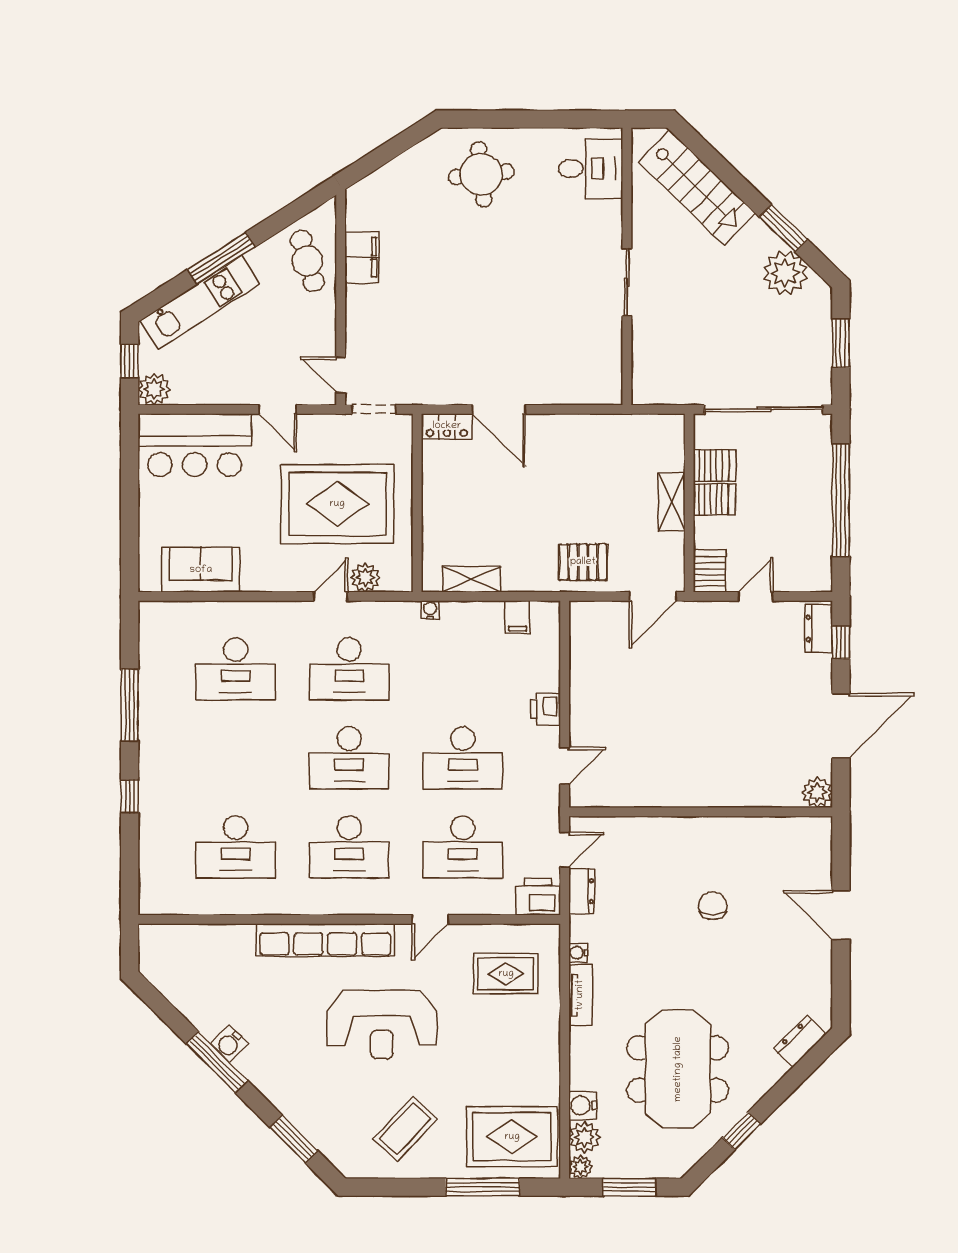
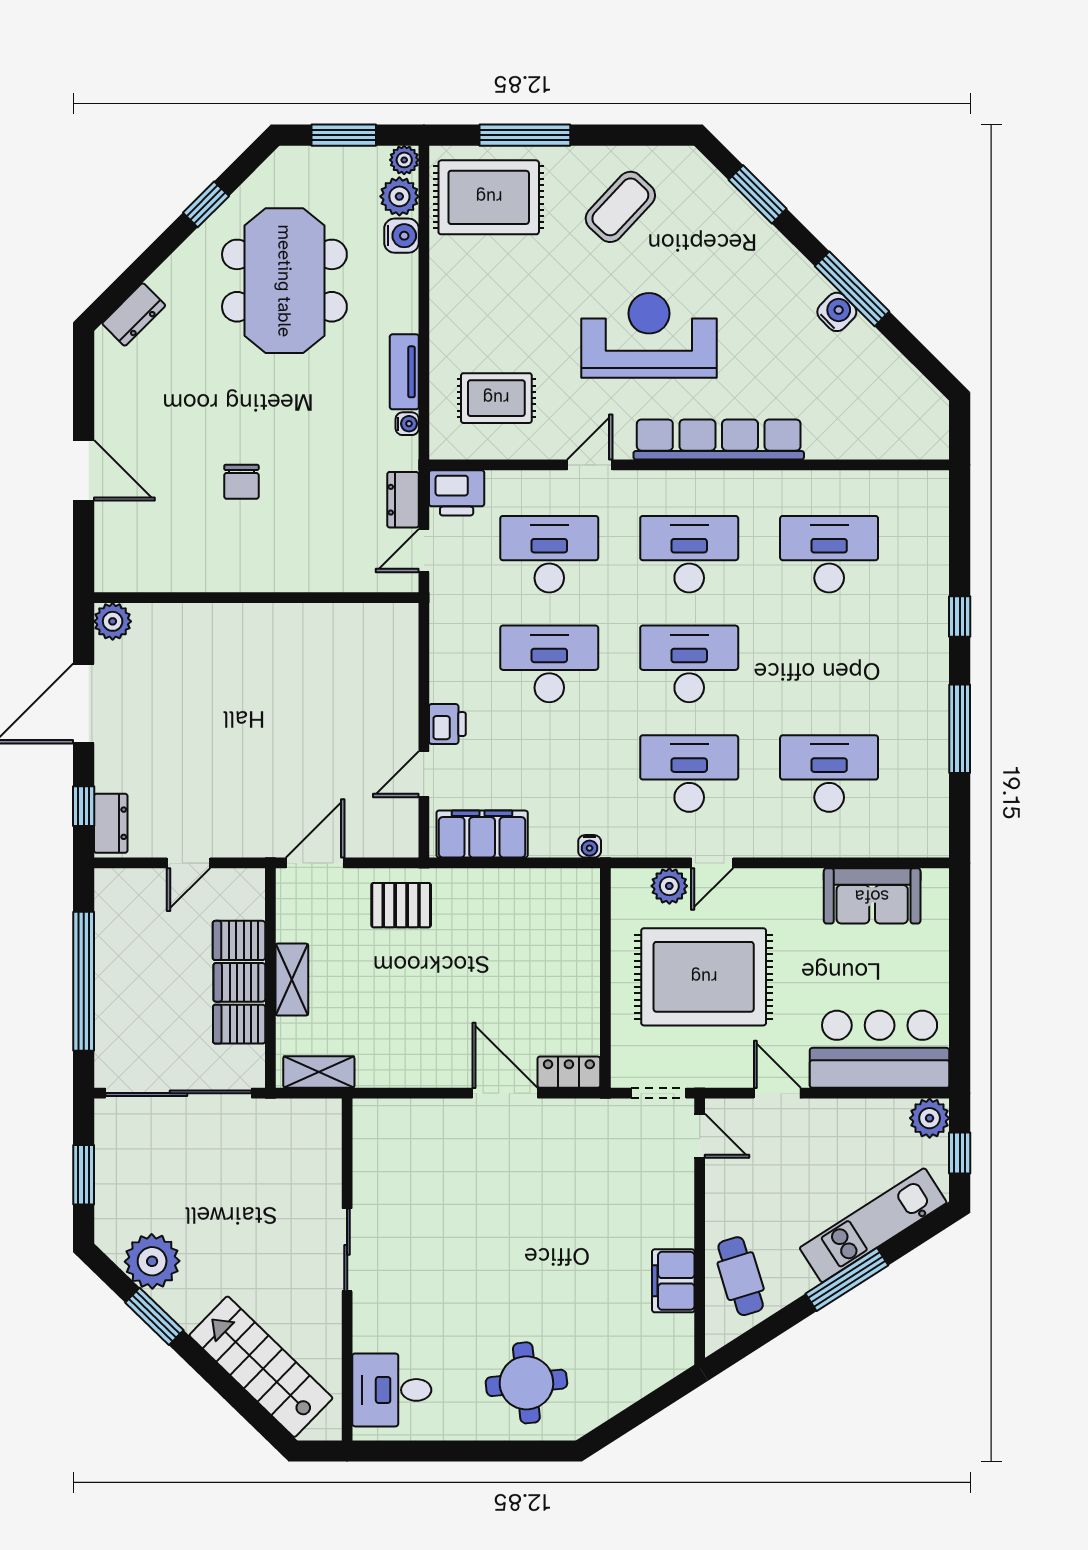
server rack: (709, 571) -> (239, 940), moved, turned 90
shelving: (472, 579) -> (319, 1072), moved
filing cabinet: (517, 617) -> (482, 834), width x3.00, depth x1.17
door: (565, 766) -> (424, 774), moved

